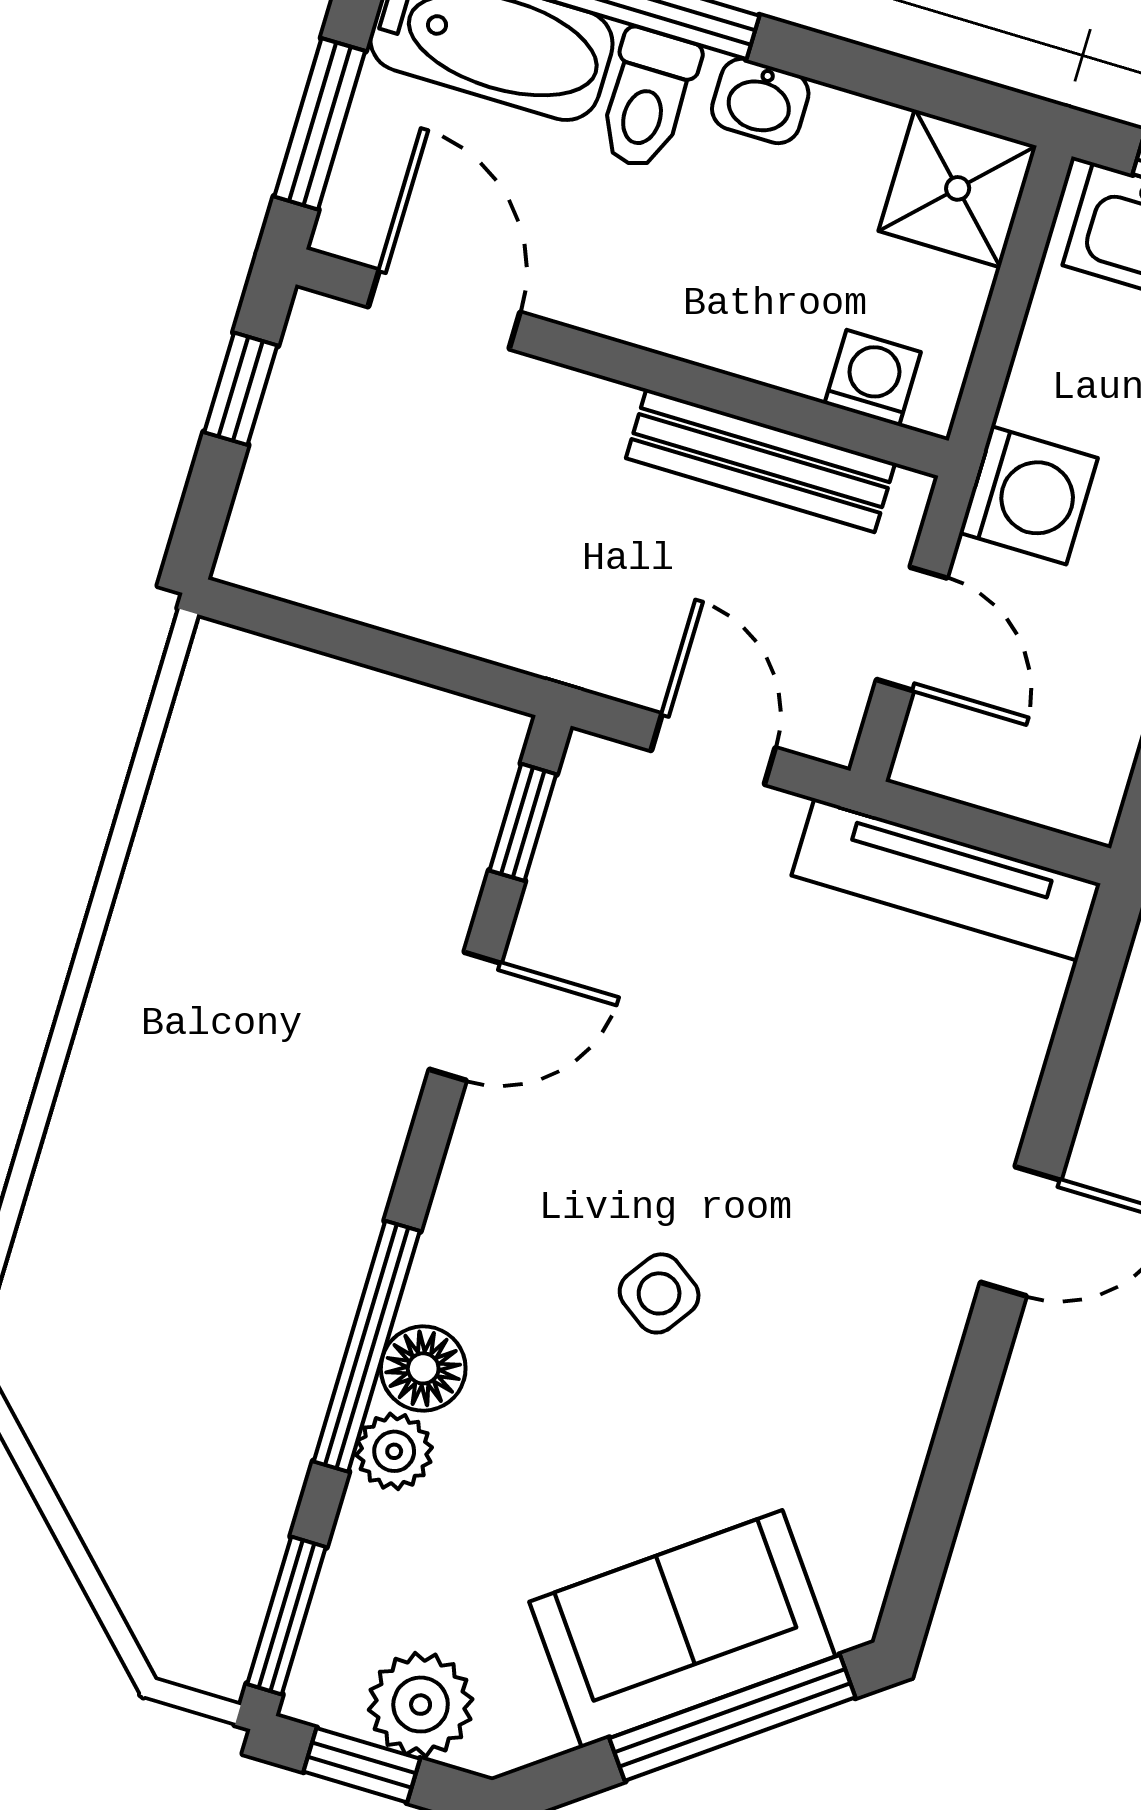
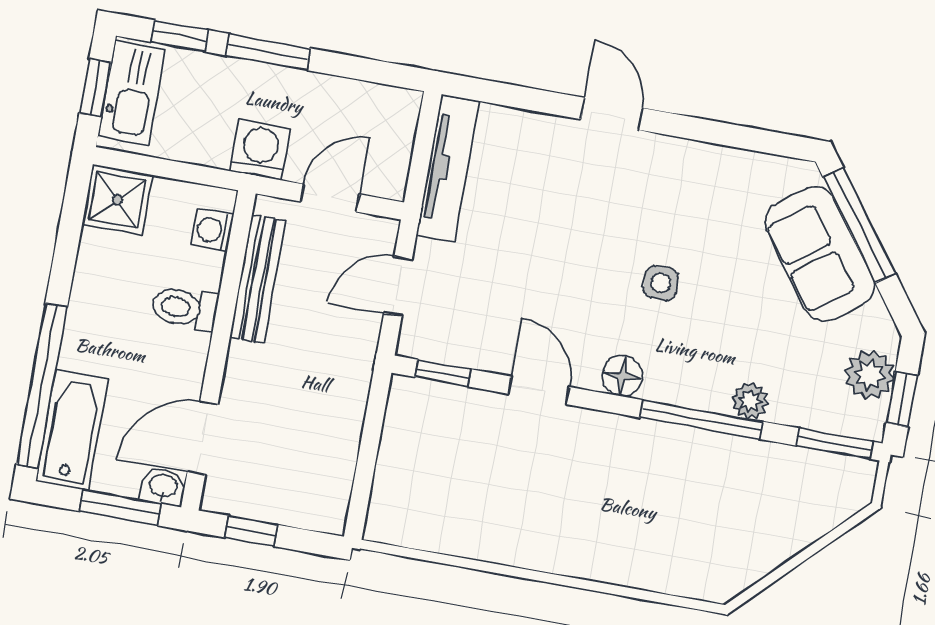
toilet: (647, 99) -> (185, 308), moved, turned 180
washbasin: (760, 101) -> (163, 486), moved, turned -90
side table: (659, 1293) -> (661, 283), turned -35
floor lamp: (423, 1368) -> (622, 376), moved

